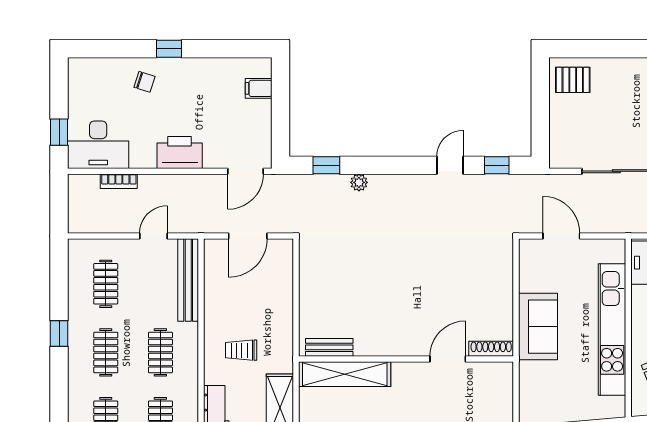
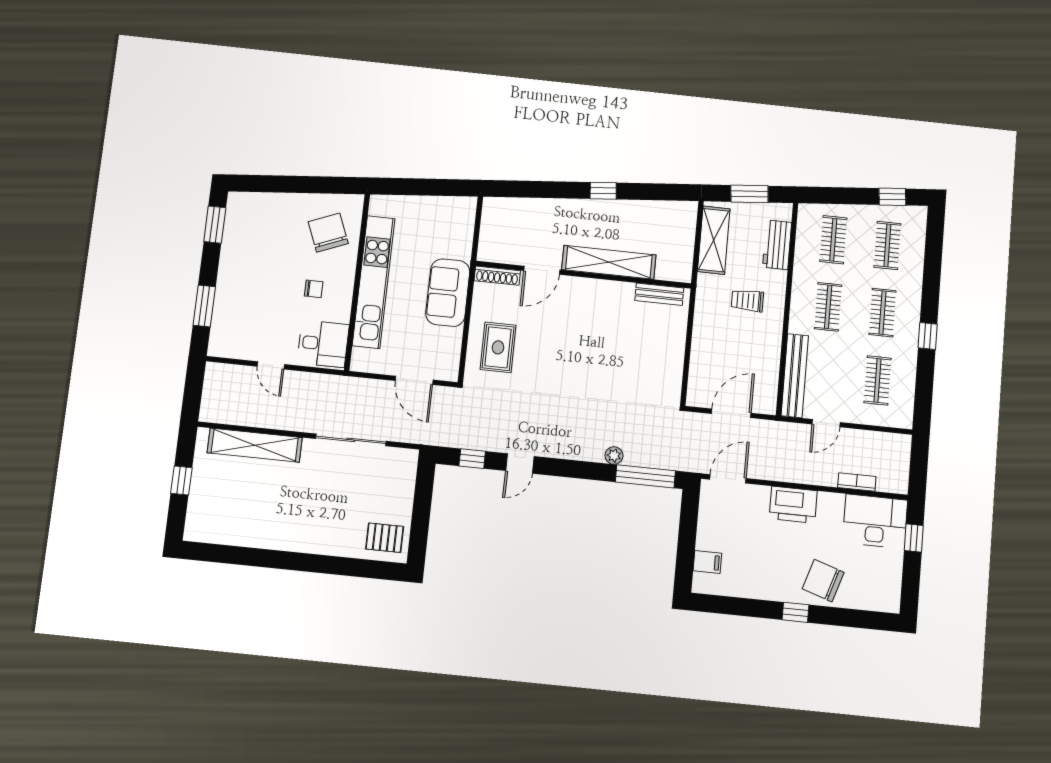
chair: (145, 82) -> (823, 581), width x1.87, depth x1.87
window: (326, 165) -> (645, 476), width x2.17
rug: (483, 277) -> (498, 347), added
trolley: (241, 350) -> (747, 301), turned 180
shelving: (345, 374) -> (609, 262), moved

